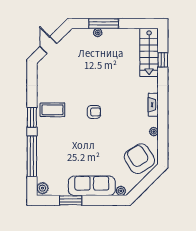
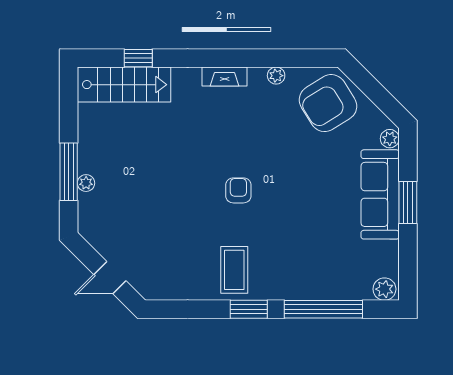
window: (71, 200) -> (408, 202), moved

